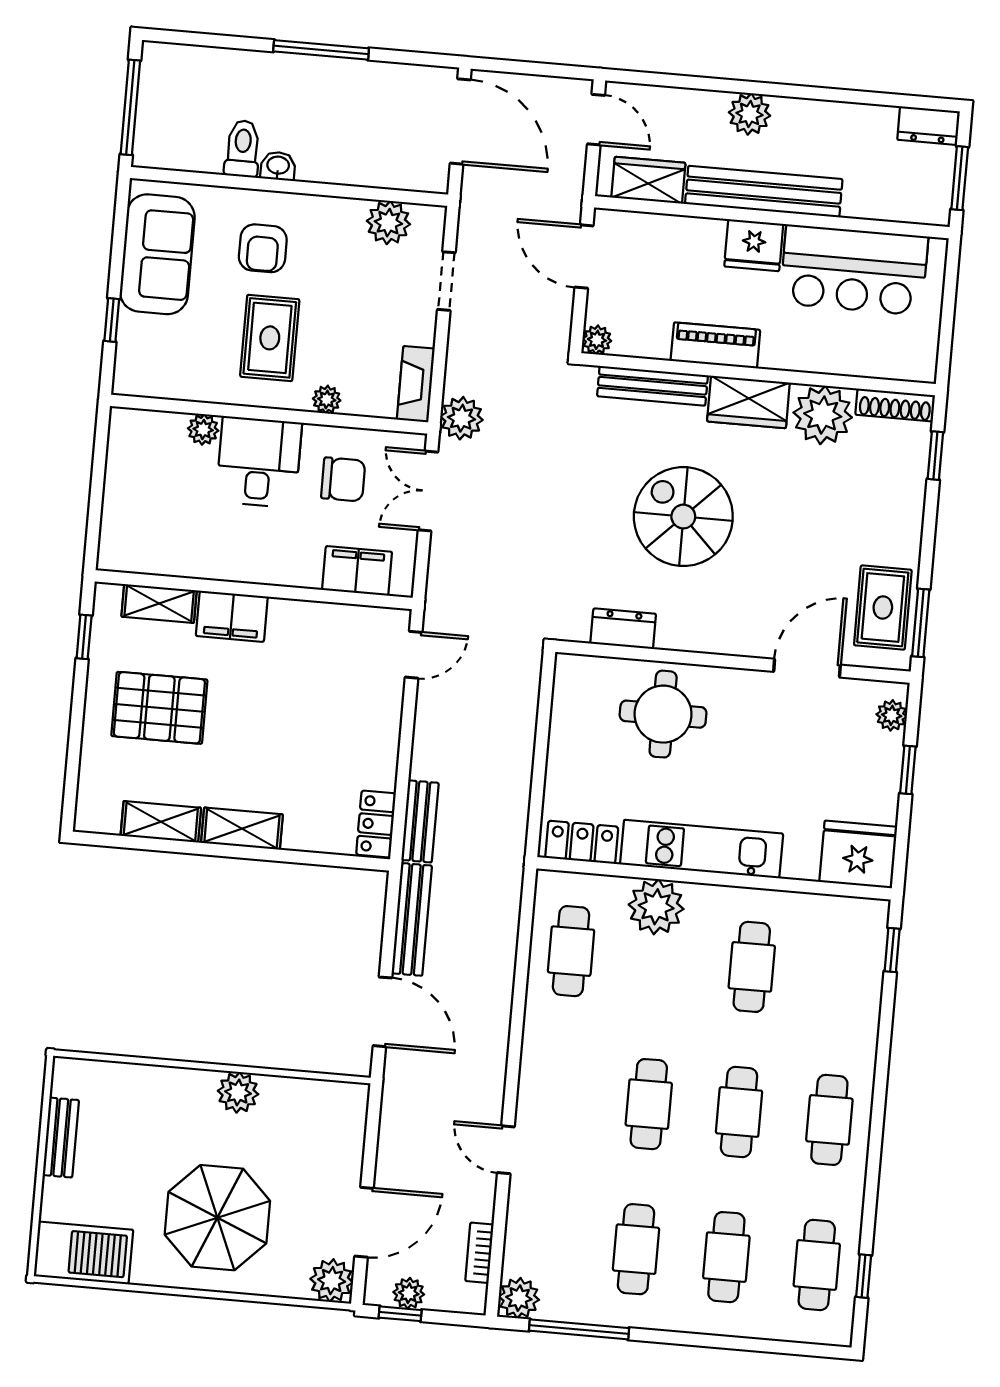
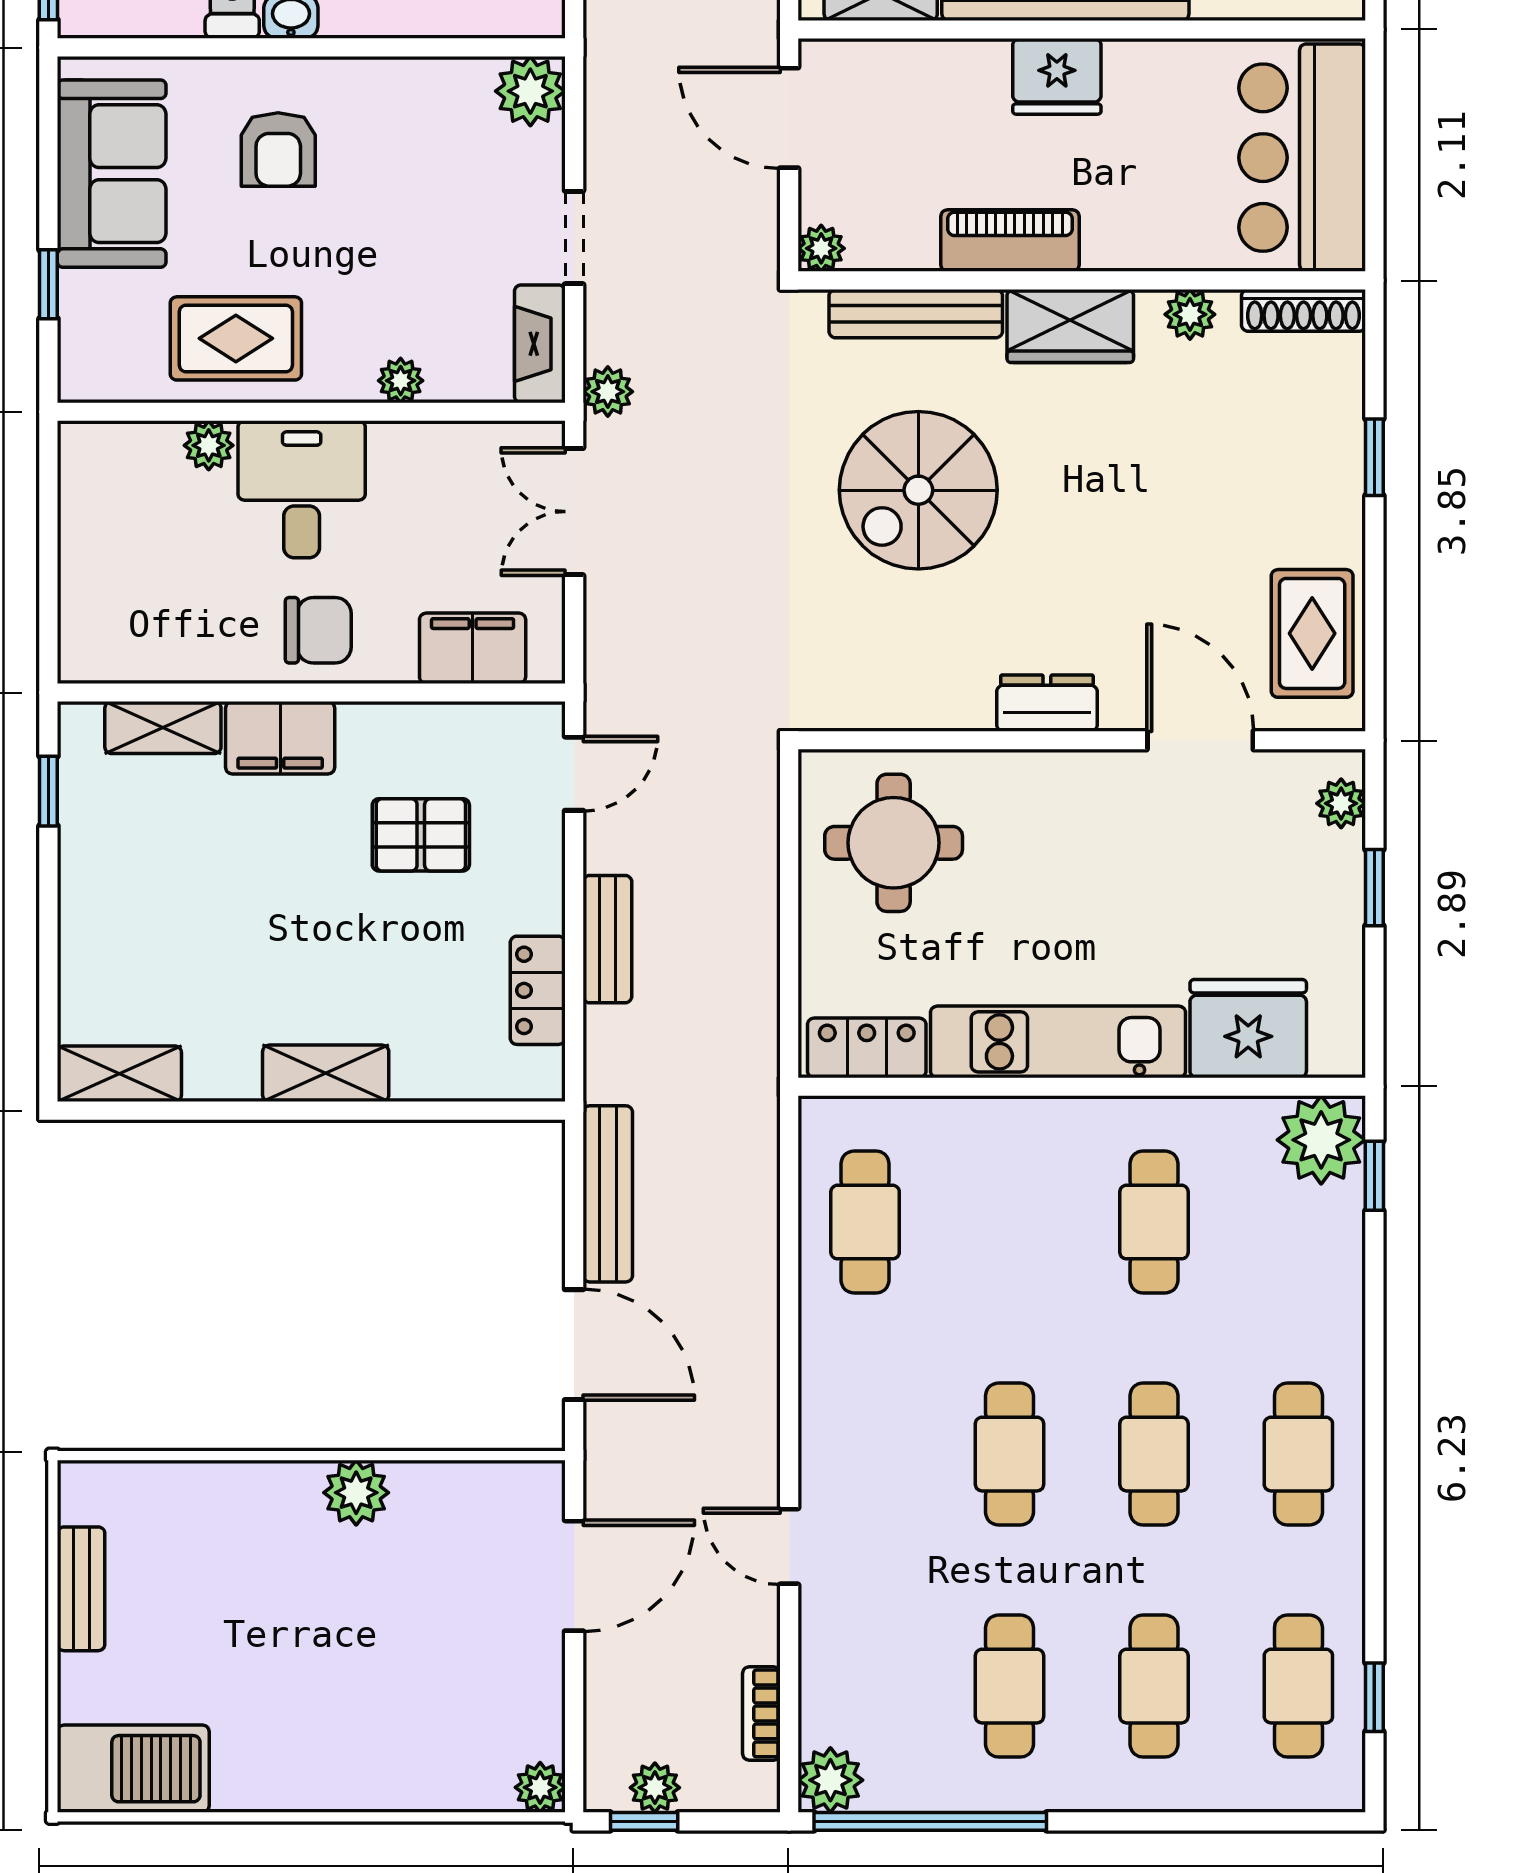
plant: (388, 223) -> (530, 91), moved
bar counter: (854, 270) -> (1302, 158), moved, turned 90
doorway: (446, 281) -> (574, 238), moved
rug: (270, 338) -> (236, 338), moved, turned 90
plant: (823, 415) -> (1190, 314), width x0.53, depth x0.53
plant: (462, 418) -> (608, 392), width x0.73, depth x0.73
window: (935, 456) -> (1374, 457), moved
chair: (343, 479) -> (318, 630), moved
spiral stairs: (683, 517) -> (918, 490), moved, turned -90
window: (921, 623) -> (1374, 652), removed
dresser: (623, 629) -> (1047, 703), moved
door: (807, 668) -> (1200, 740), hinge flipped
pallet: (159, 708) -> (421, 835), moved, width x0.67, depth x0.71
round table: (663, 714) -> (894, 843), moved
bench: (420, 821) -> (607, 939), moved
shelving: (161, 822) -> (119, 1074), moved
locker: (376, 824) -> (538, 990), moved
fridge: (858, 854) -> (1248, 1029), moved
plant: (656, 907) -> (1321, 1140), moved
parasol: (217, 1218) -> (341, 1694), removed
door: (364, 1222) -> (574, 1576), moved
plant: (332, 1281) -> (540, 1787), width x0.73, depth x0.73
window: (579, 1329) -> (930, 1821), width x1.46

